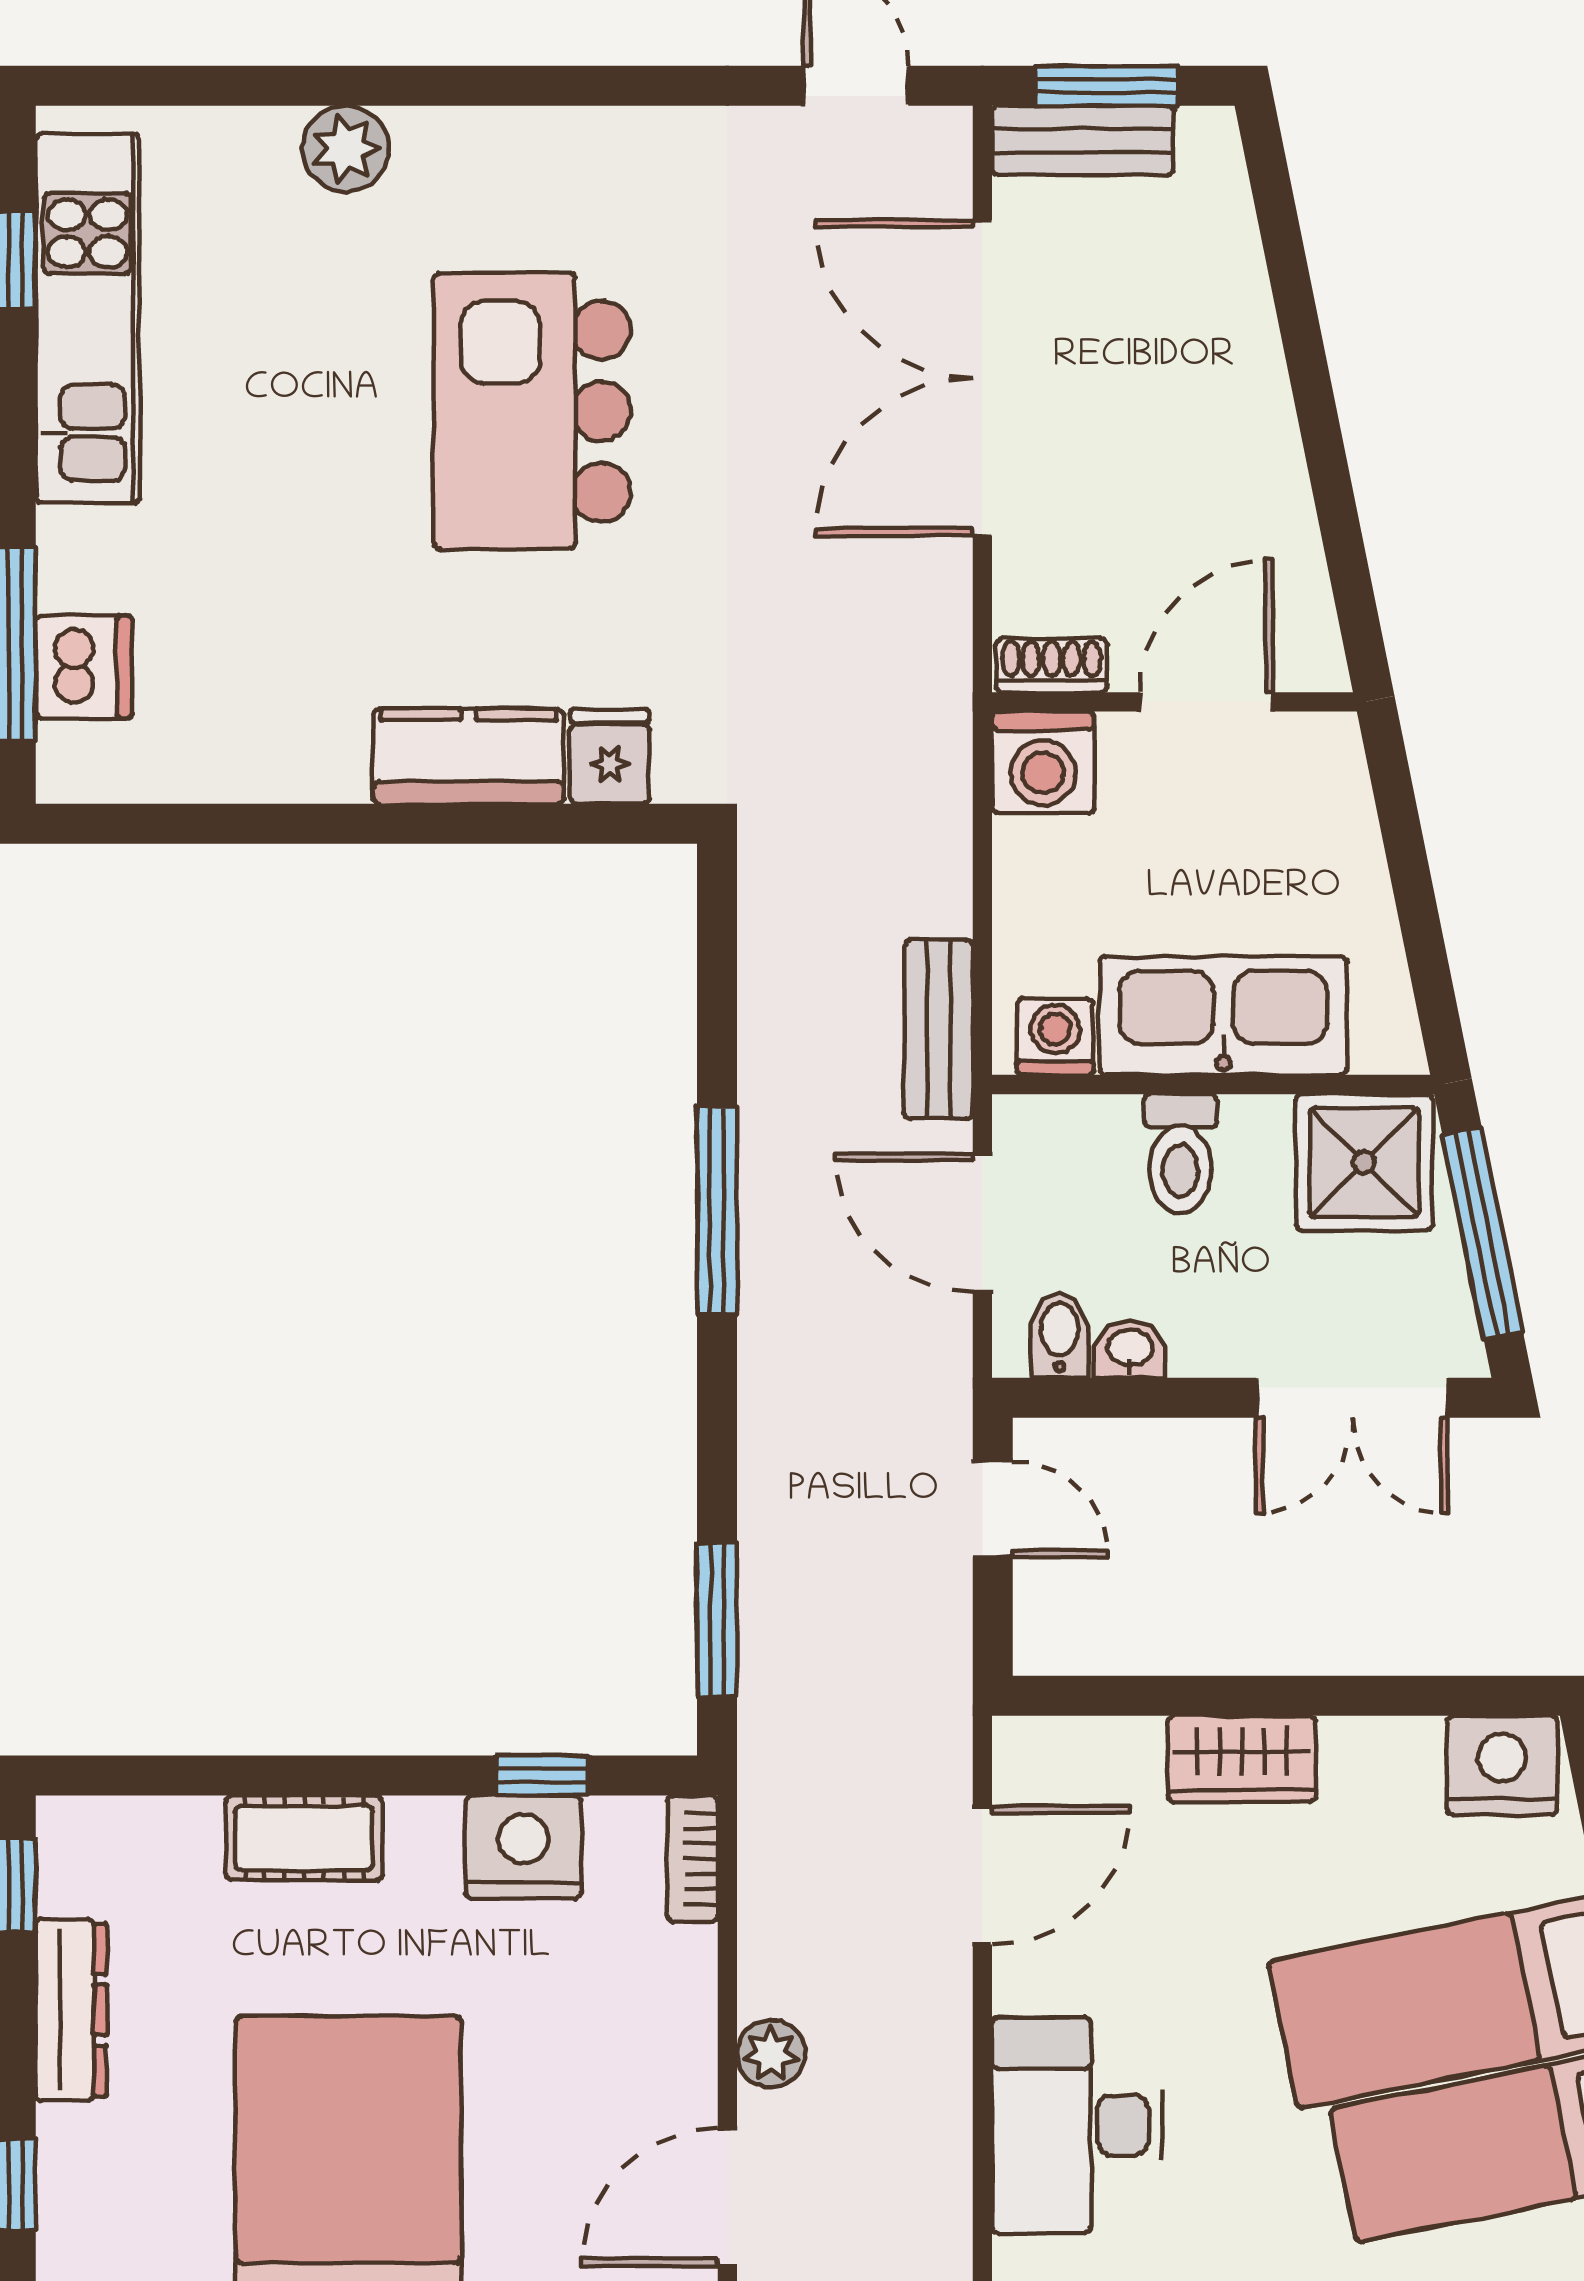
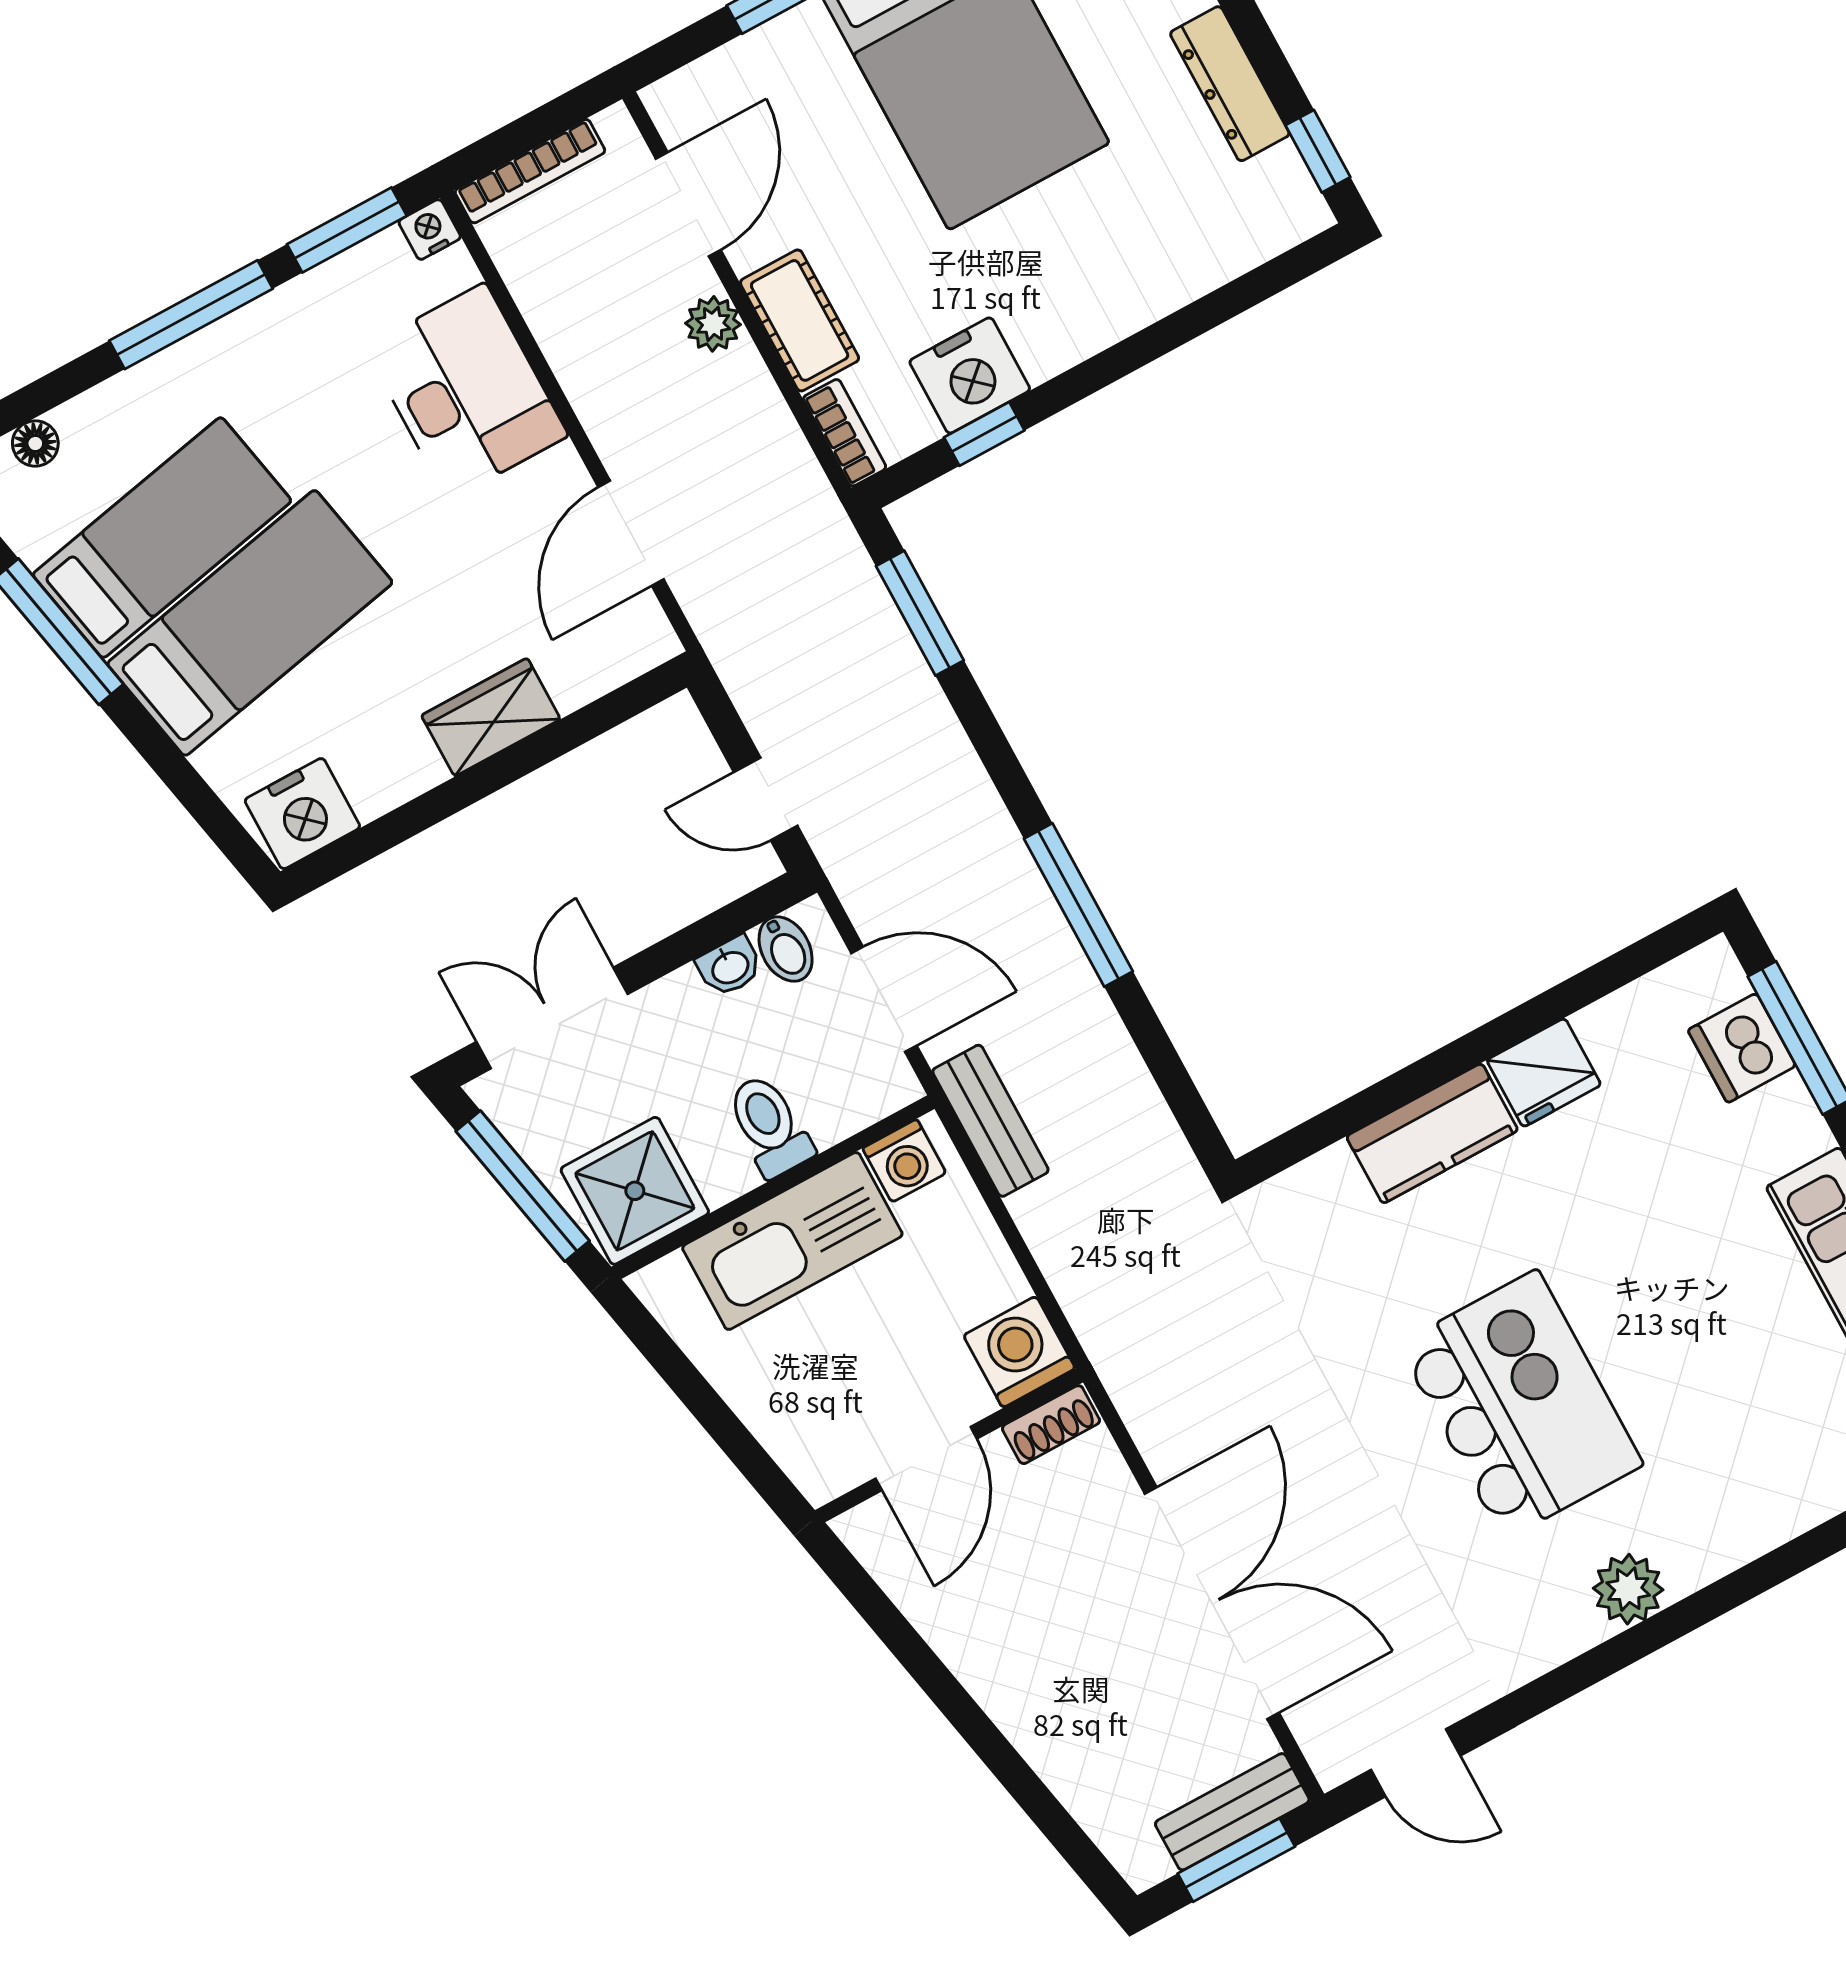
plant: (346, 149) -> (1628, 1589), moved
fridge: (610, 757) -> (1544, 1073), moved, width x1.38
cot: (304, 1838) -> (800, 320), moved, turned 90

